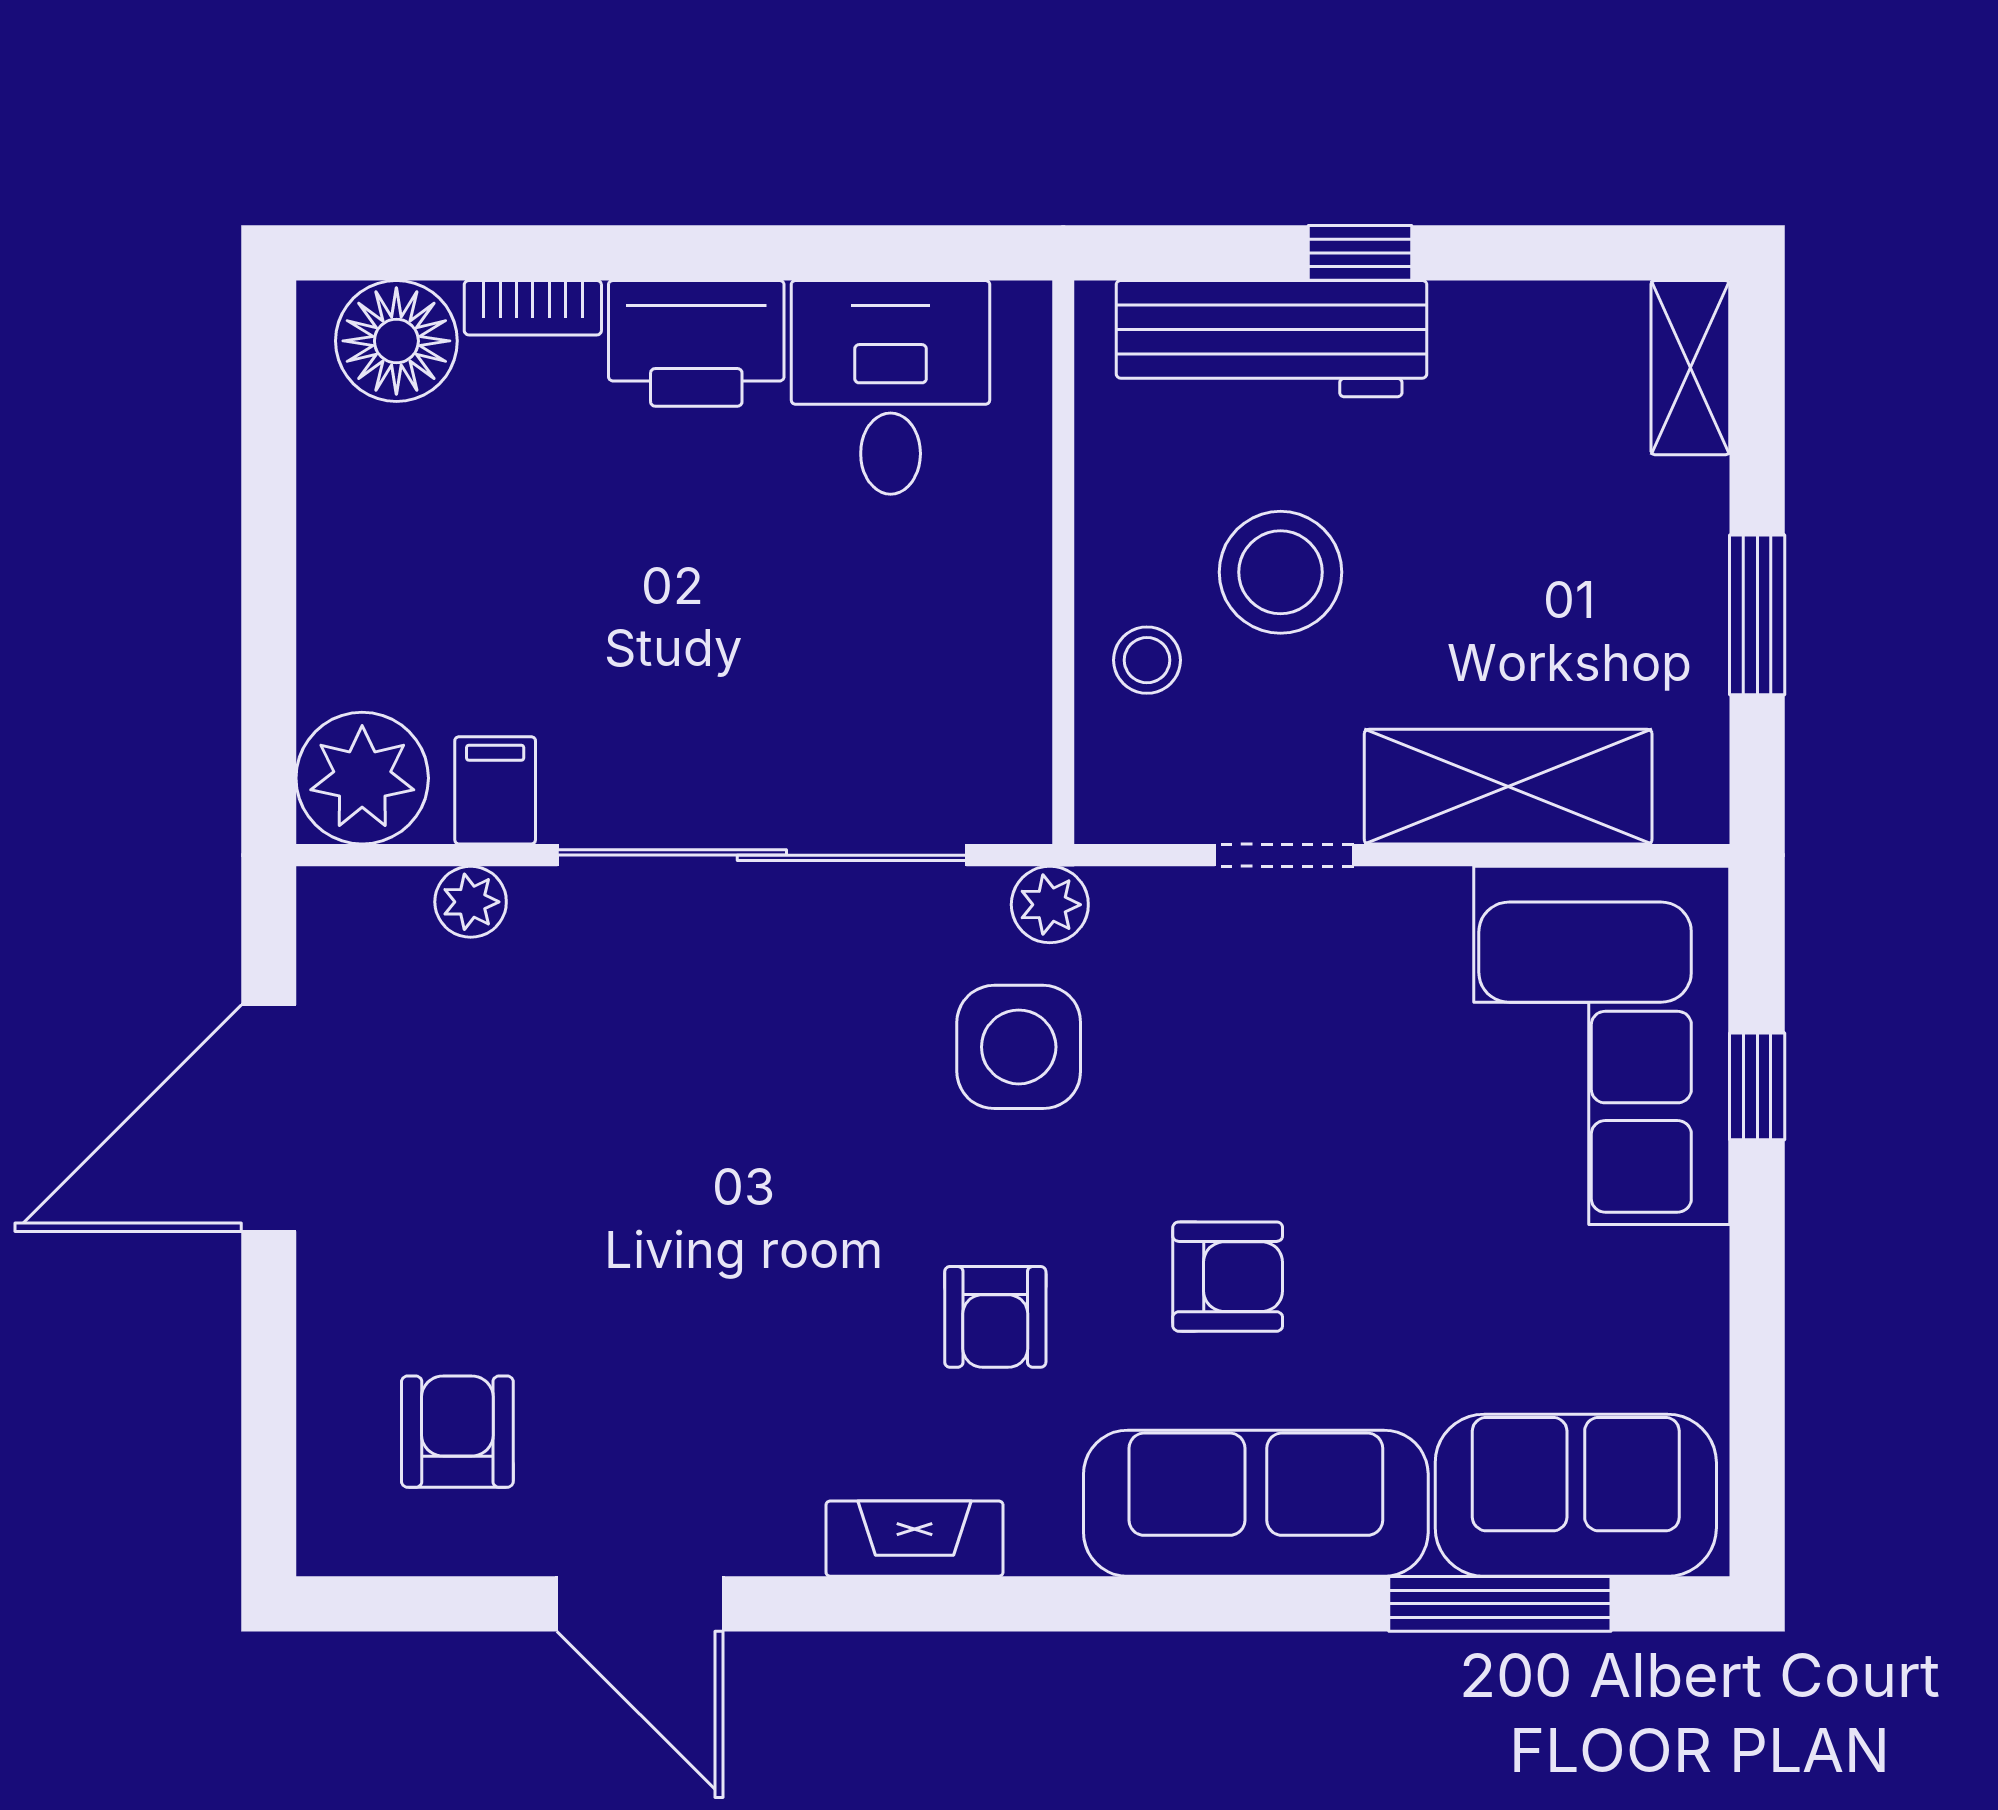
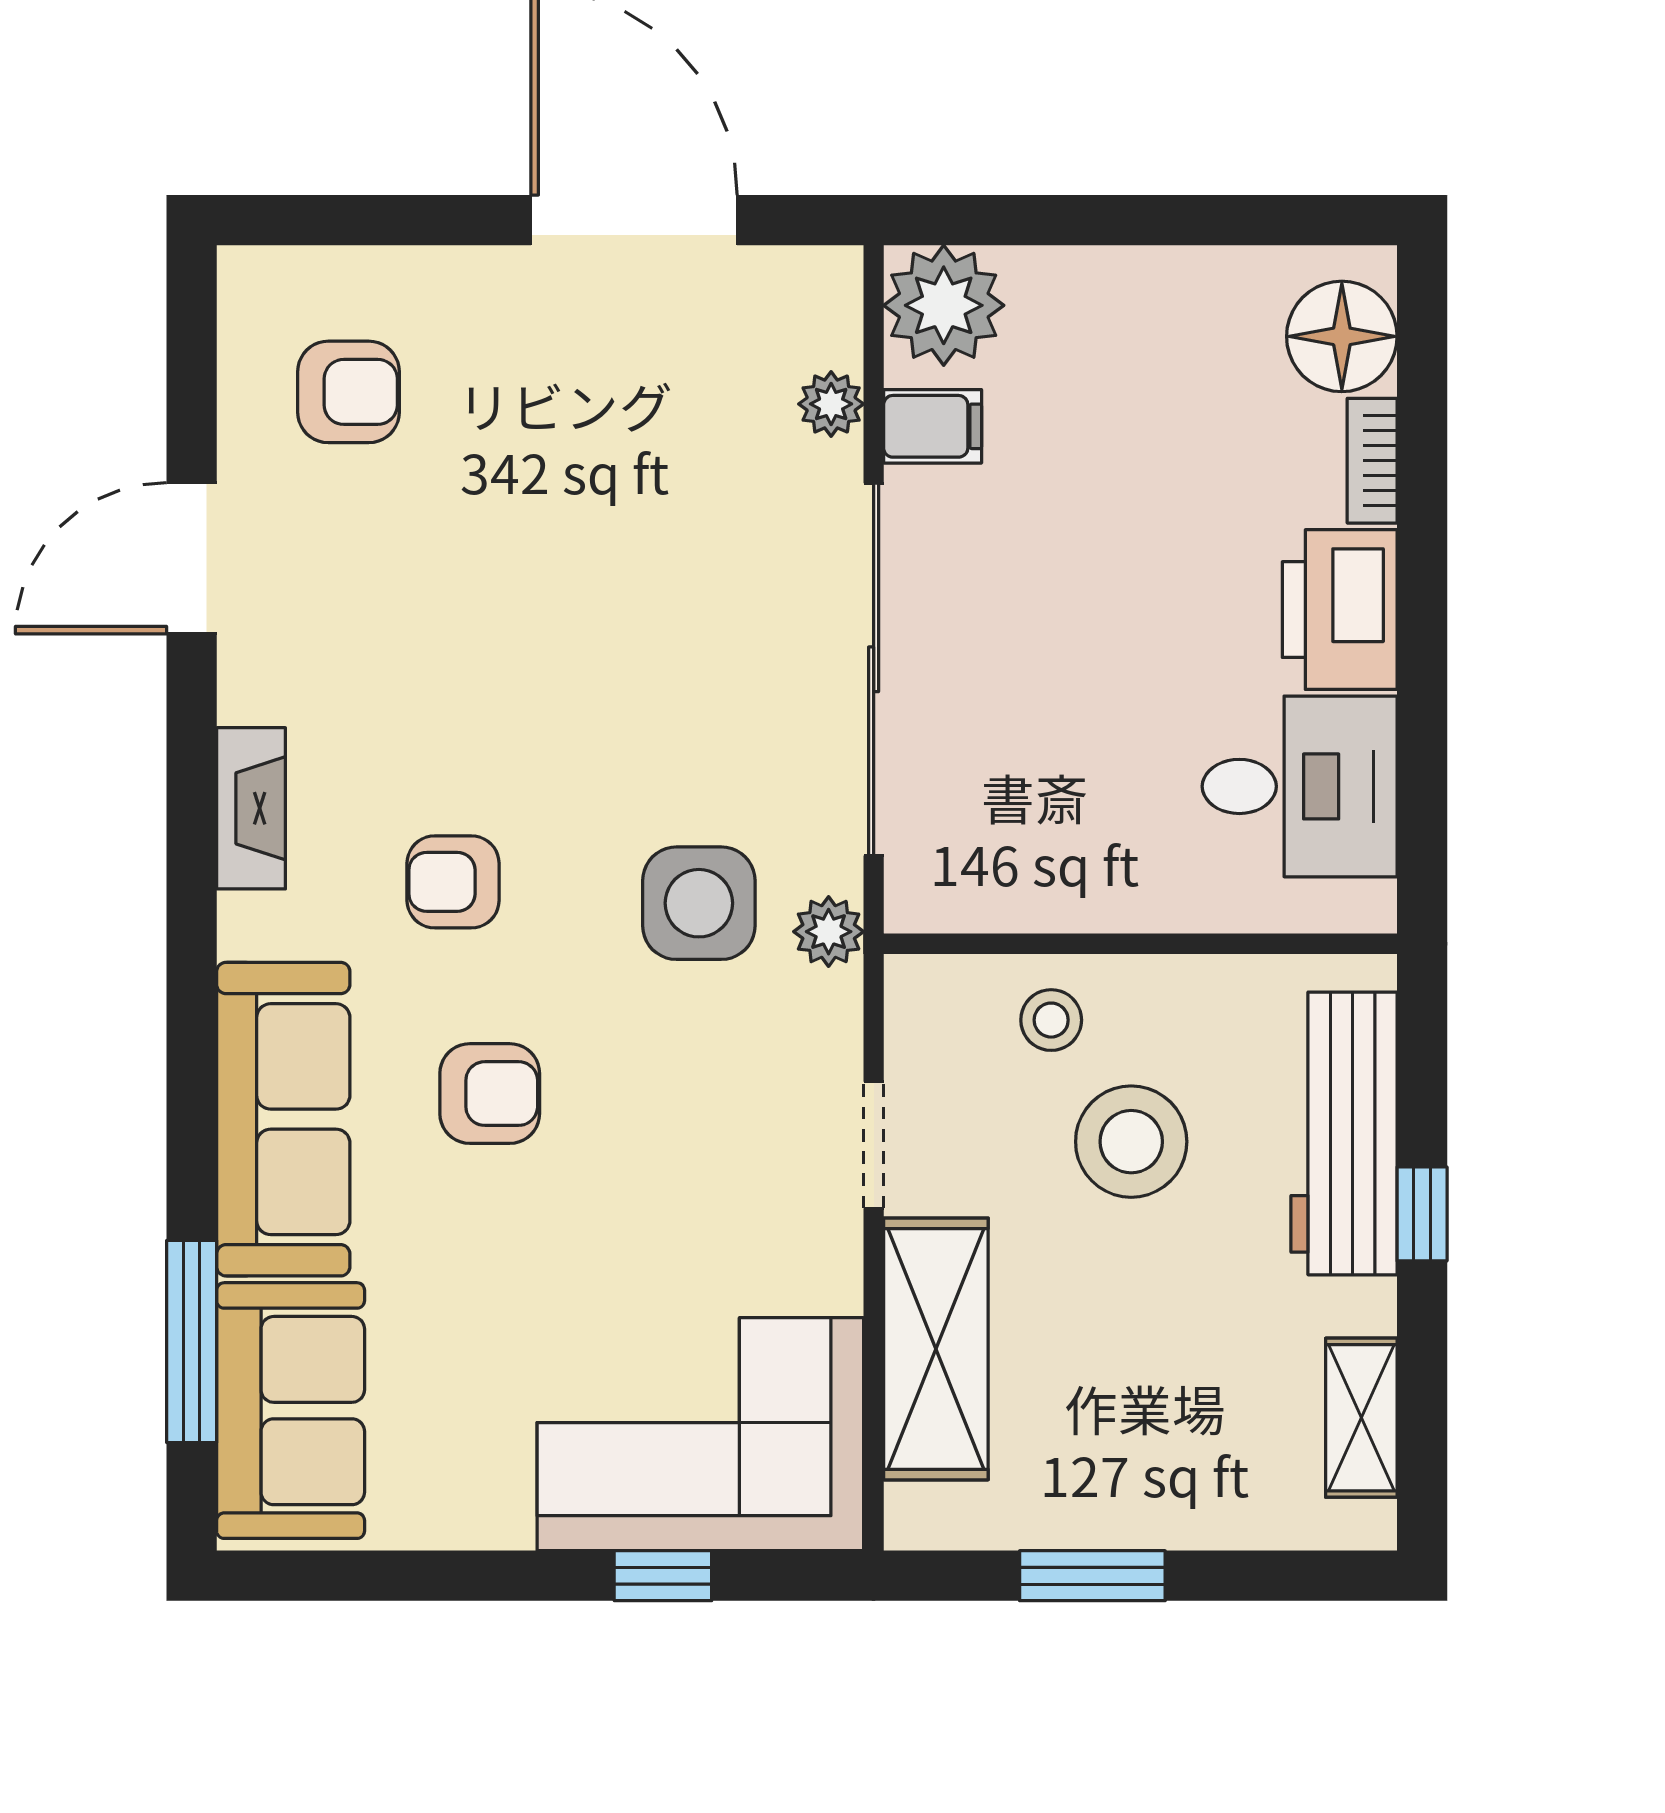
shelving: (1690, 368) -> (1361, 1418), moved, turned 90
armchair: (1228, 1277) -> (490, 1094), turned -90

